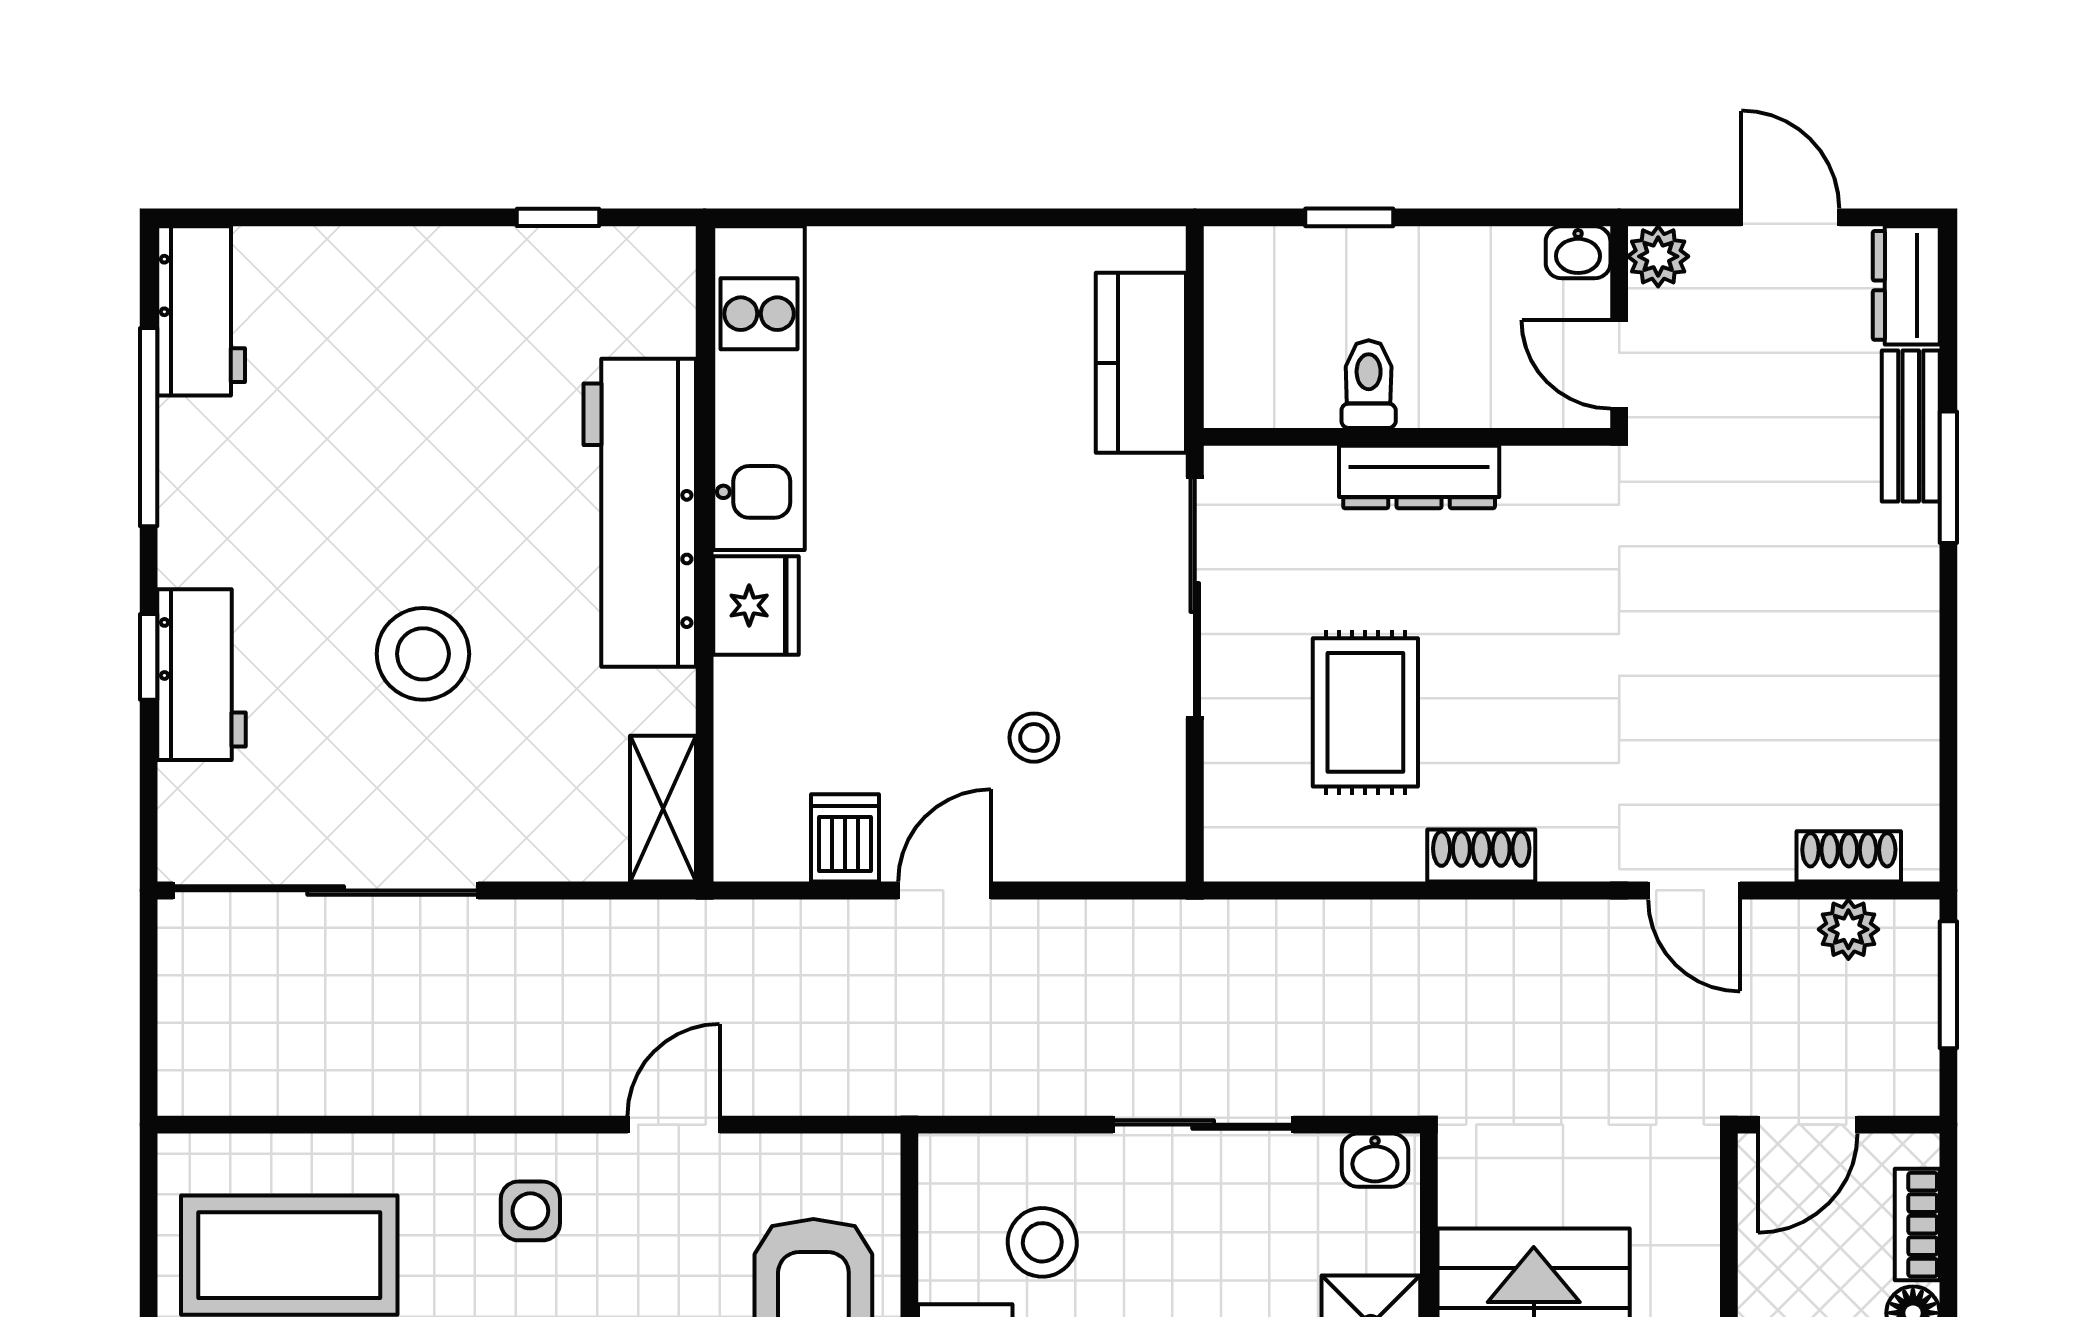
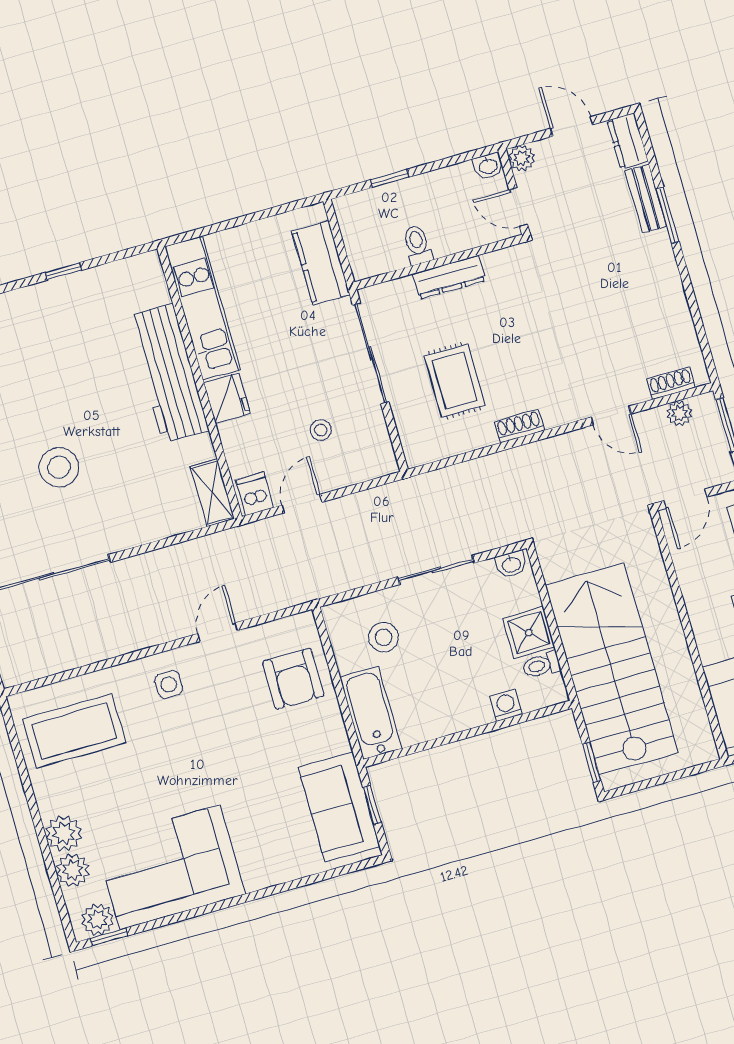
kitchen unit: (759, 388) -> (203, 308), moved
workbench: (640, 513) -> (168, 373), moved
wall: (705, 554) -> (200, 383), moved
fridge: (756, 605) -> (227, 398), moved
shelving: (663, 809) -> (212, 493), moved

